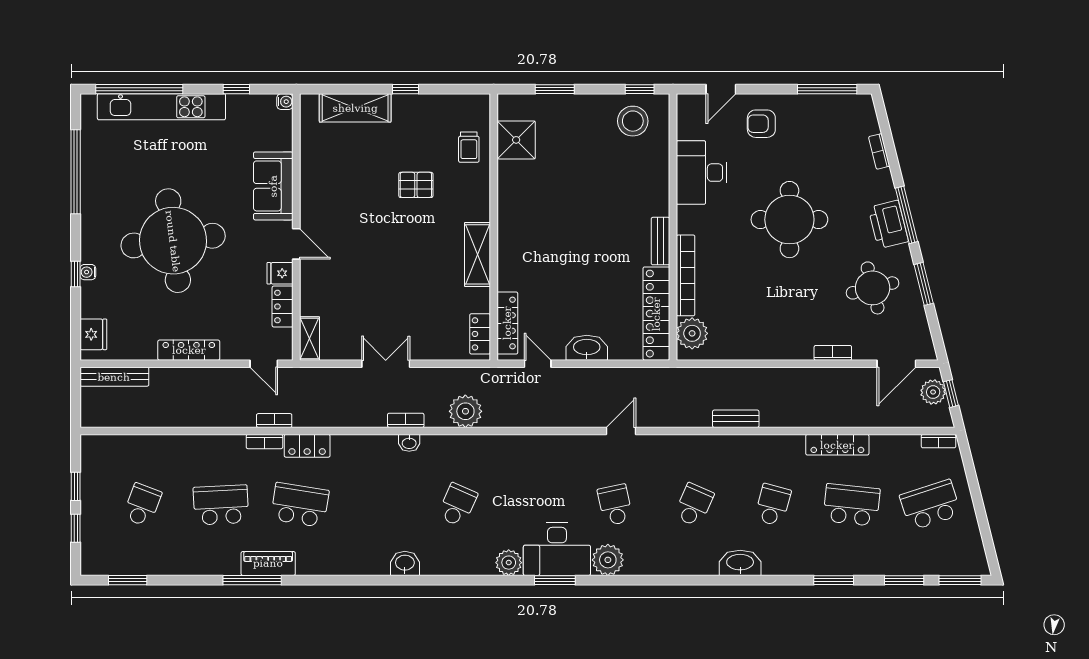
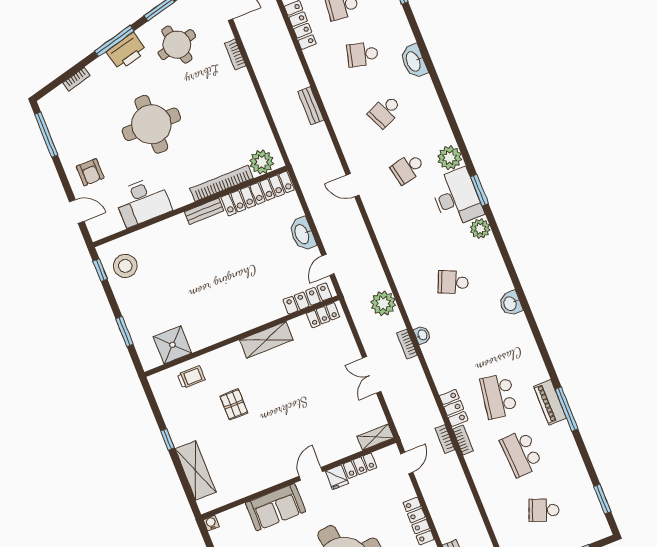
school desk: (694, 505) -> (385, 111), turned -48

